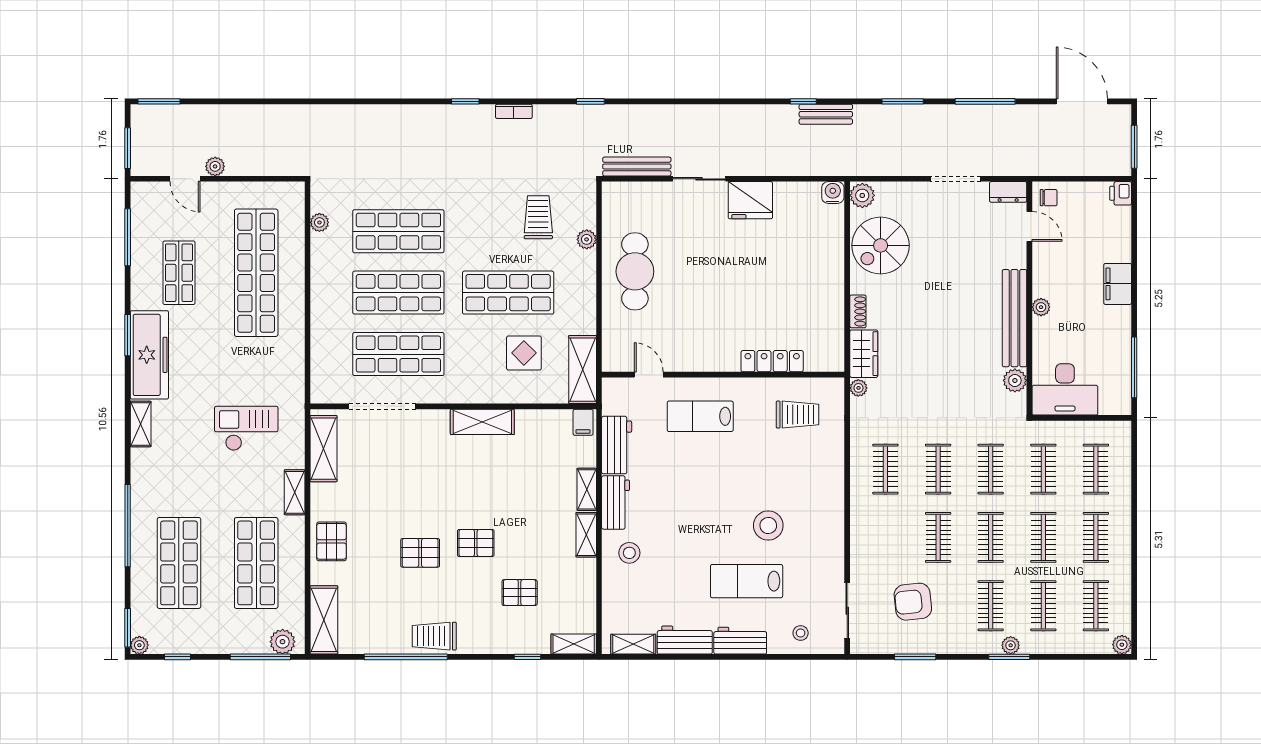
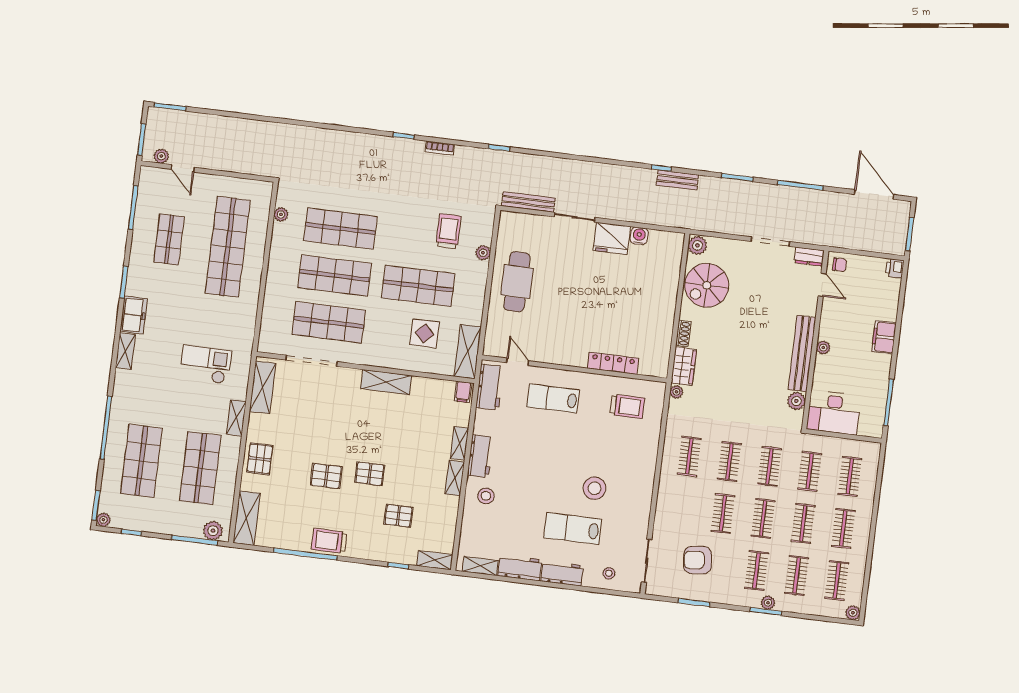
plant: (215, 166) -> (161, 156), moved
water cooler: (833, 193) -> (639, 236), moved
freezer: (149, 355) -> (134, 315), width x0.52, depth x0.79
workbench: (617, 445) -> (490, 387), moved

